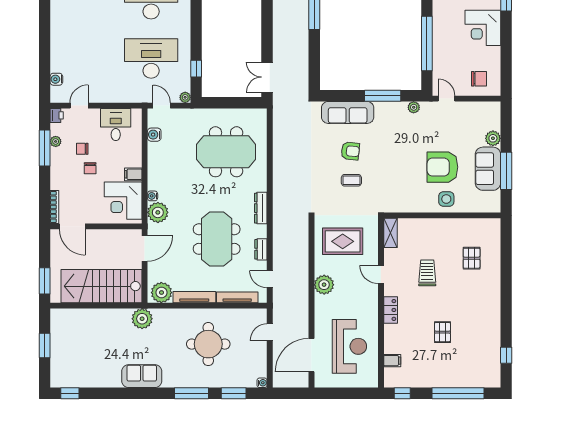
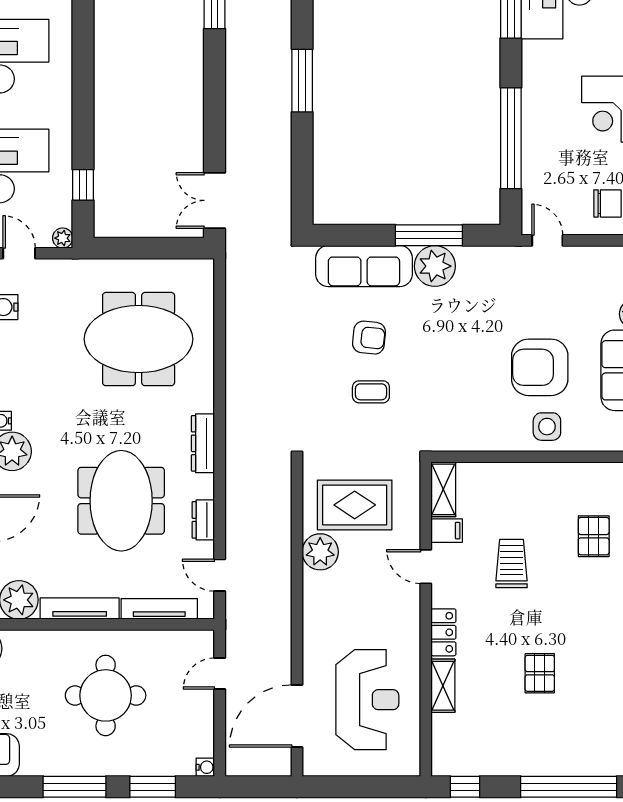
plant: (414, 107) -> (435, 266), moved, width x1.88, depth x1.88
plant: (324, 285) -> (320, 552), moved
shelving: (390, 339) -> (443, 686), added
filing cabinet: (392, 361) -> (447, 531), moved

